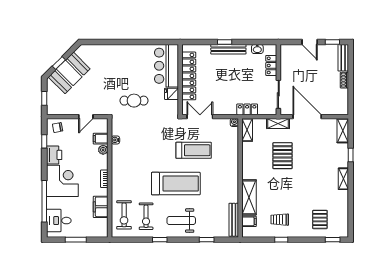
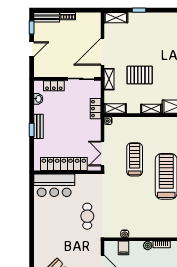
bench: (228, 49) -> (38, 126), width x0.73
fridge: (172, 94) -> (81, 180), removed
plant: (103, 150) -> (148, 246), moved
shelving: (343, 179) -> (151, 109), moved

